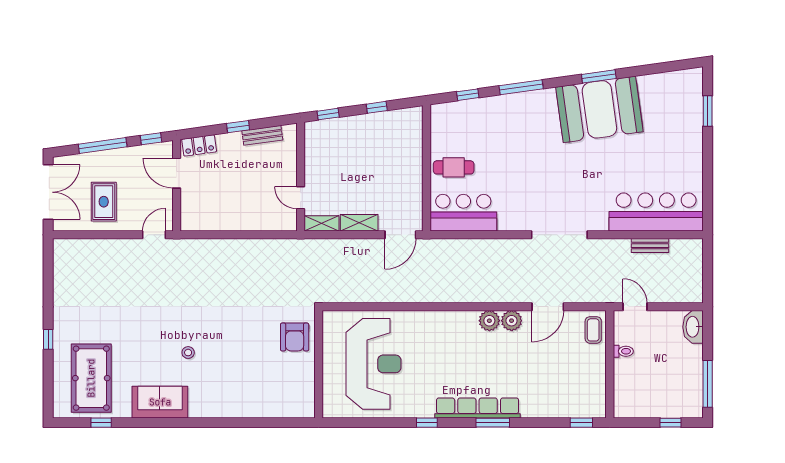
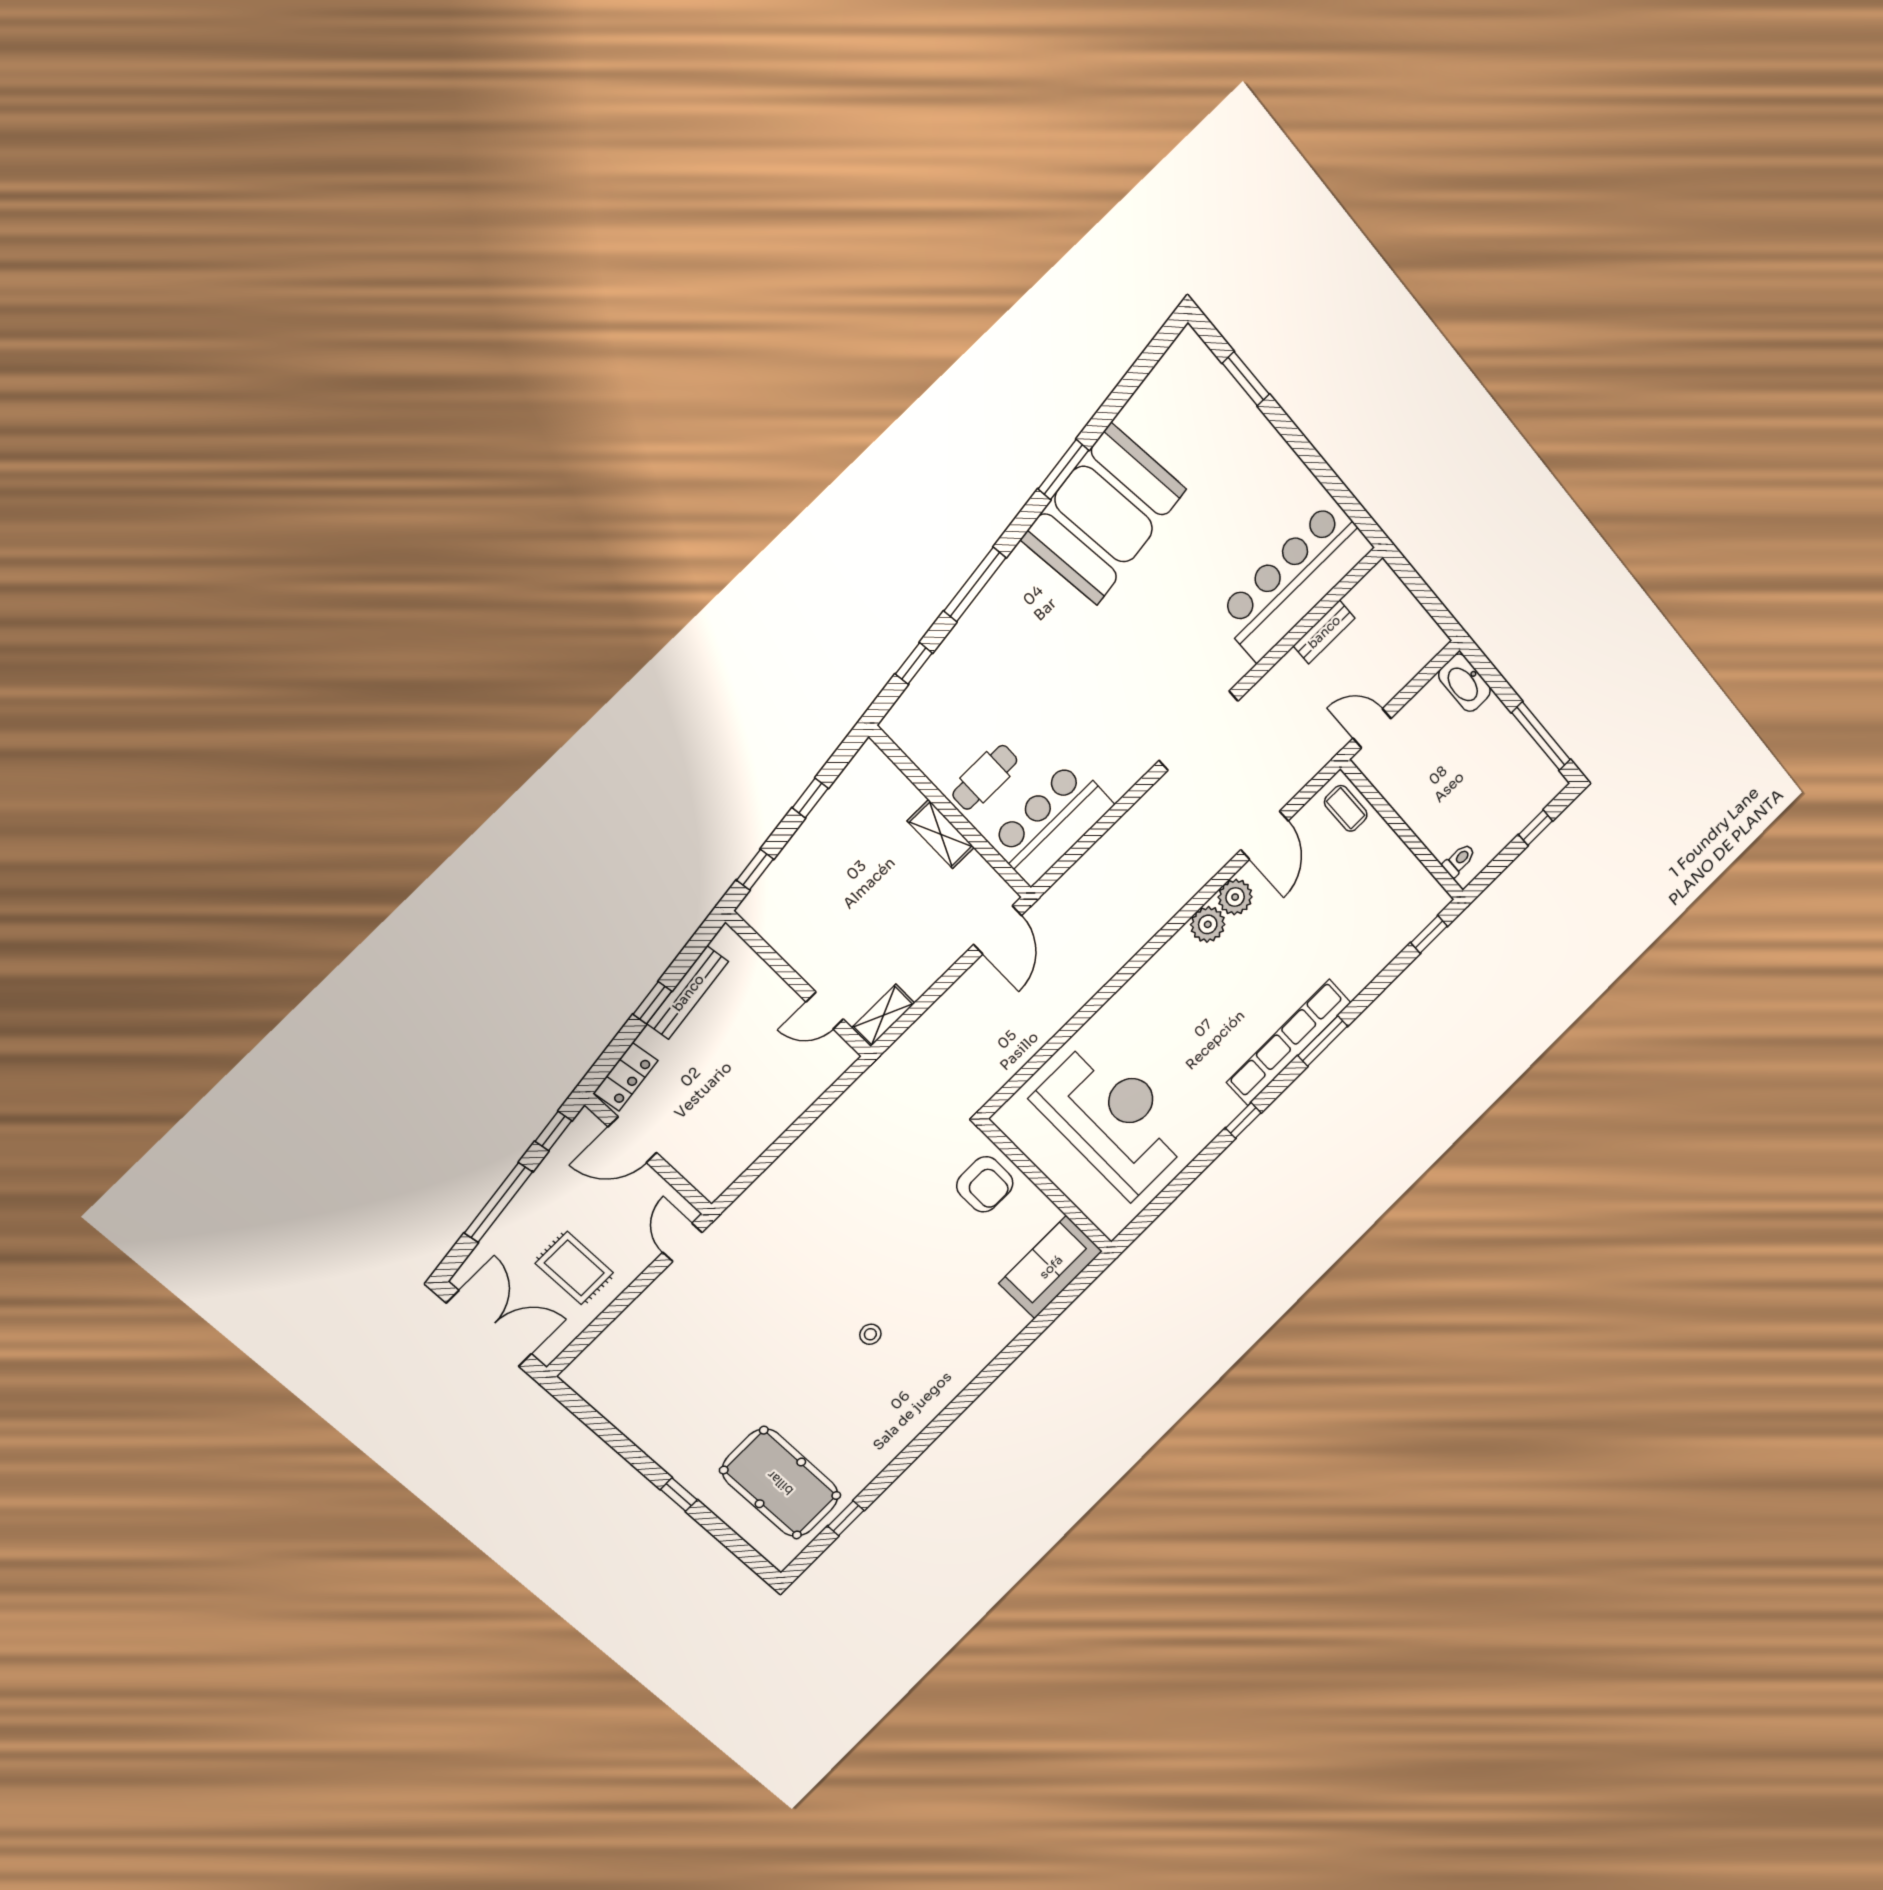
bench: (262, 135) -> (688, 993), width x1.36
shelving: (359, 223) -> (941, 834), moved, turned 90
toilet: (623, 351) -> (1459, 860), moved
sofa: (160, 402) -> (1051, 1267), moved

